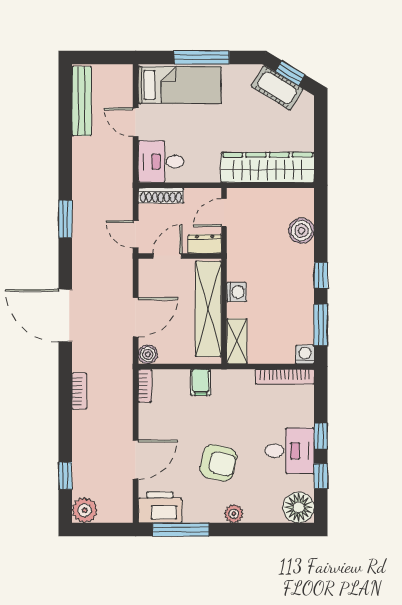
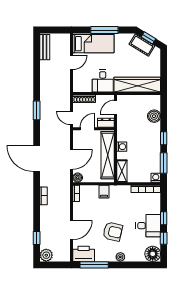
bench: (82, 101) -> (45, 47), width x0.73
door: (136, 122) -> (72, 62), swing flipped
desk: (161, 162) -> (103, 81), moved, turned -90

